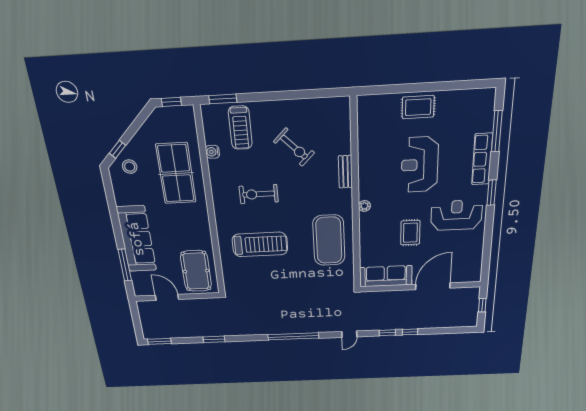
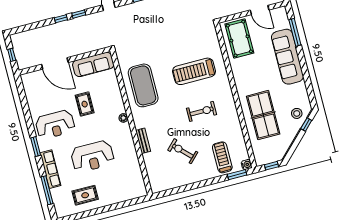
rug: (418, 107) -> (85, 195), moved
water cooler: (212, 152) -> (247, 165), moved
reception desk: (420, 165) -> (92, 156), turned 90
door: (433, 286) -> (55, 63), hinge flipped

